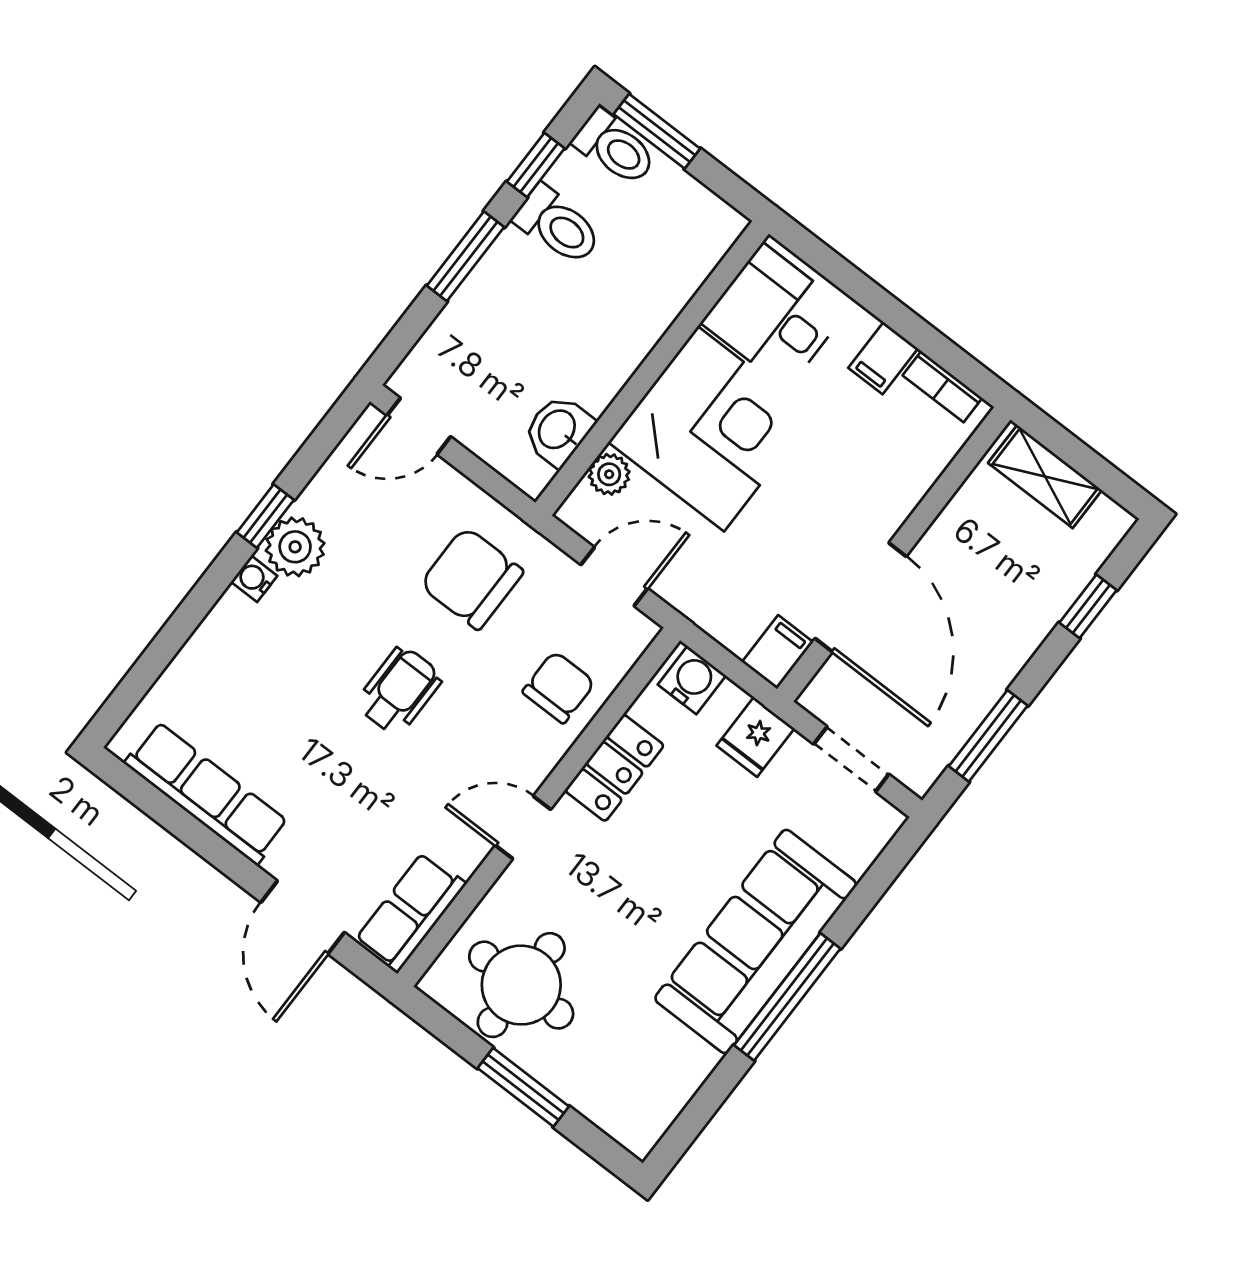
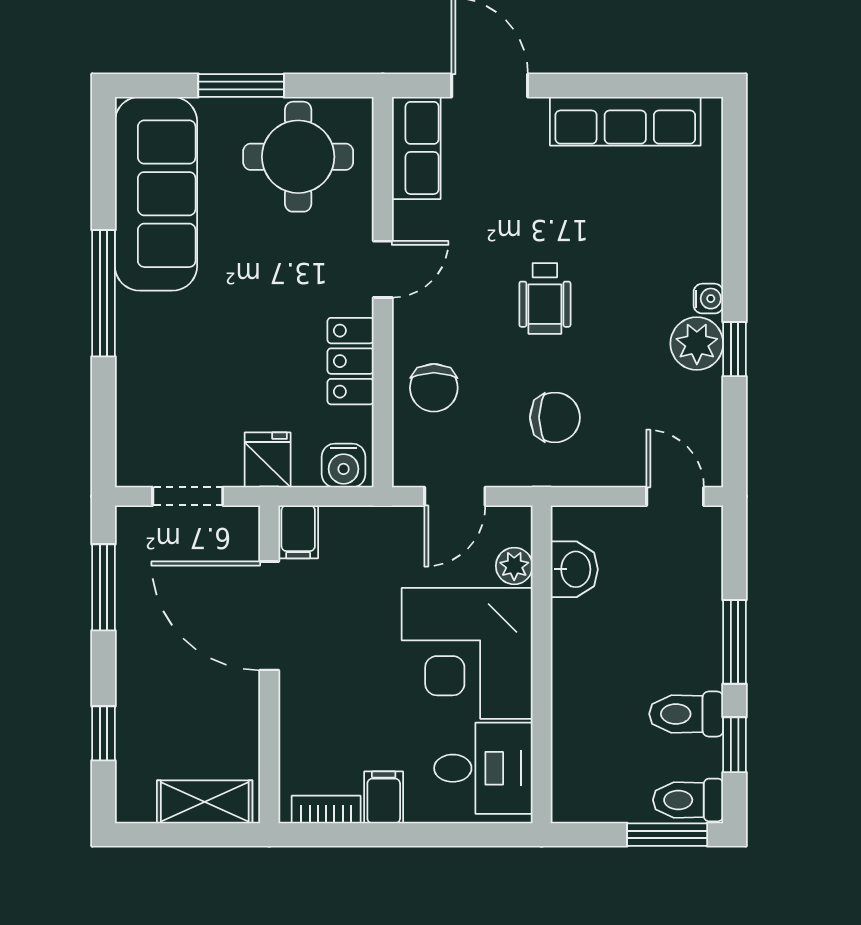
door: (419, 426) -> (675, 496), hinge flipped
chair: (472, 578) -> (555, 417), width x0.73, depth x0.73
sofa: (756, 941) -> (156, 194), moved

